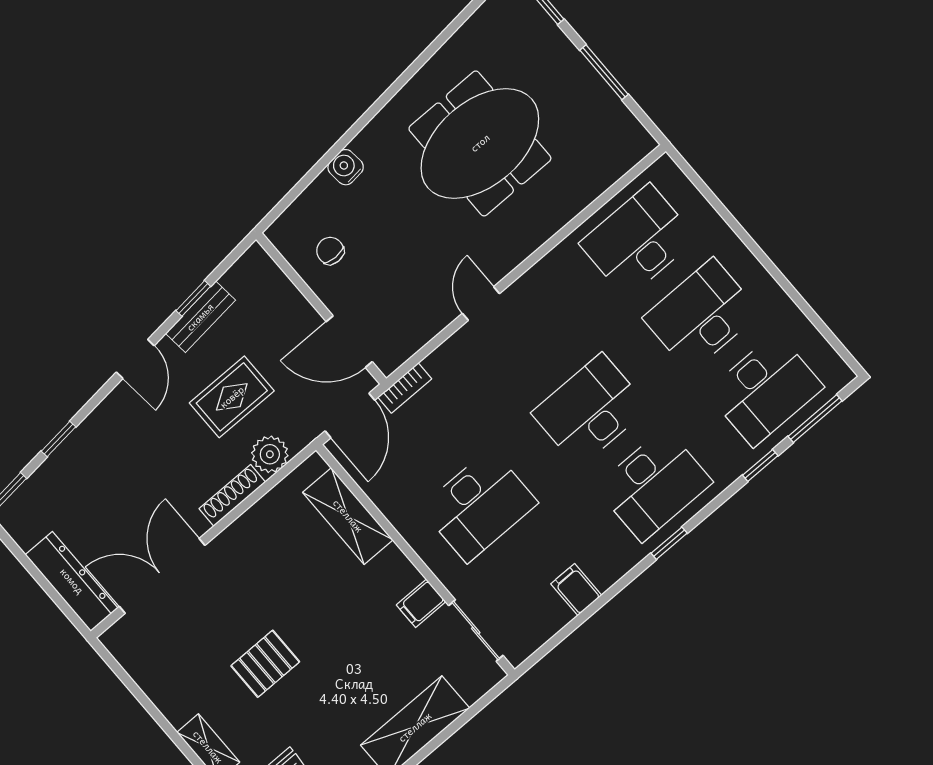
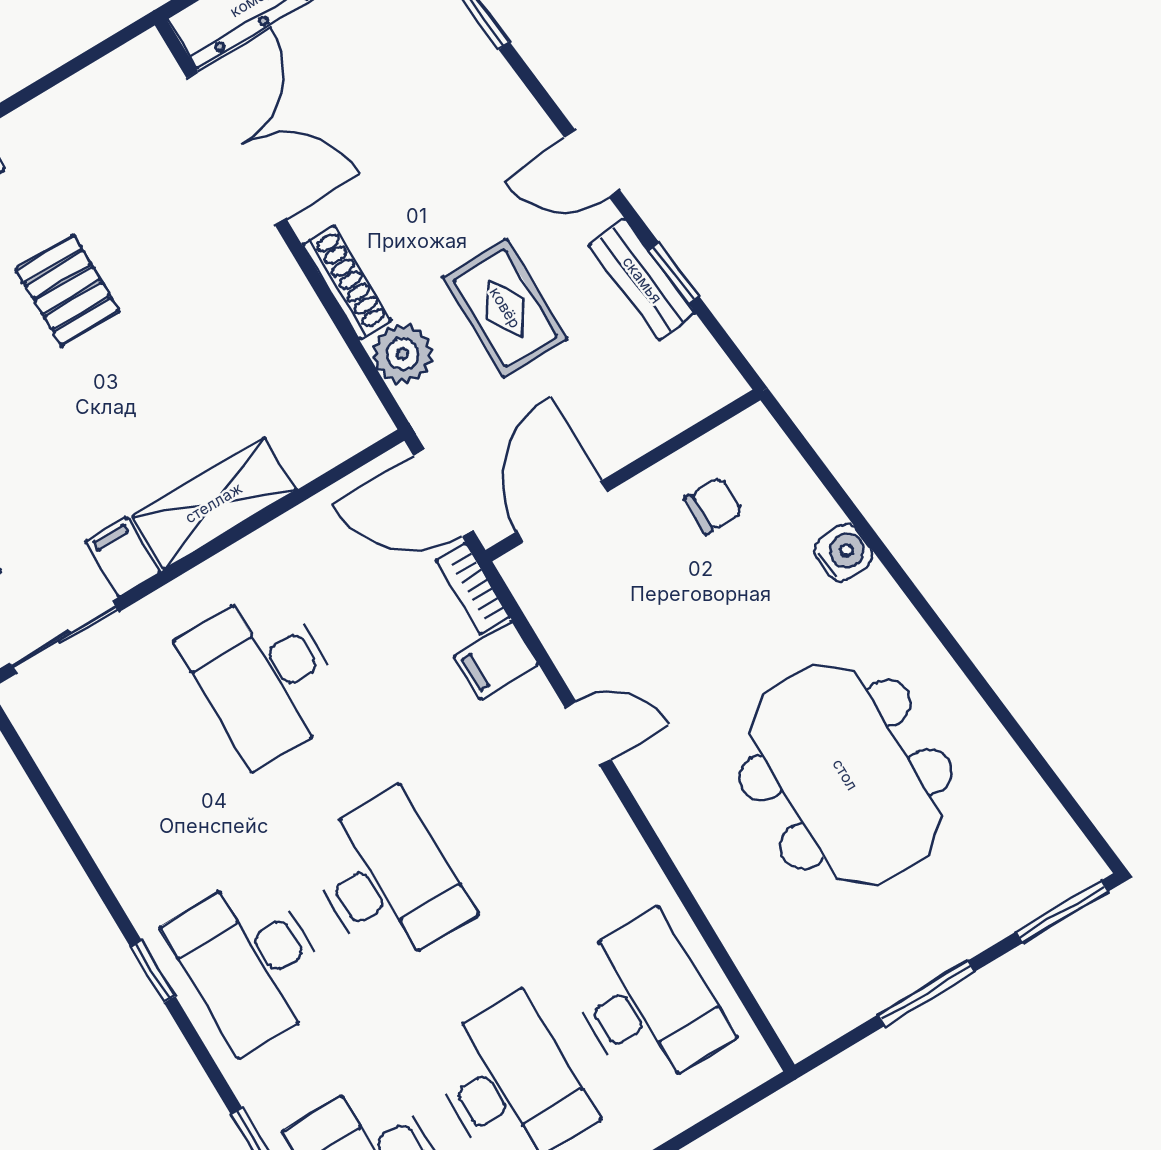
shelving: (348, 516) -> (214, 503), moved
filing cabinet: (576, 590) -> (496, 660), moved, turned 180

